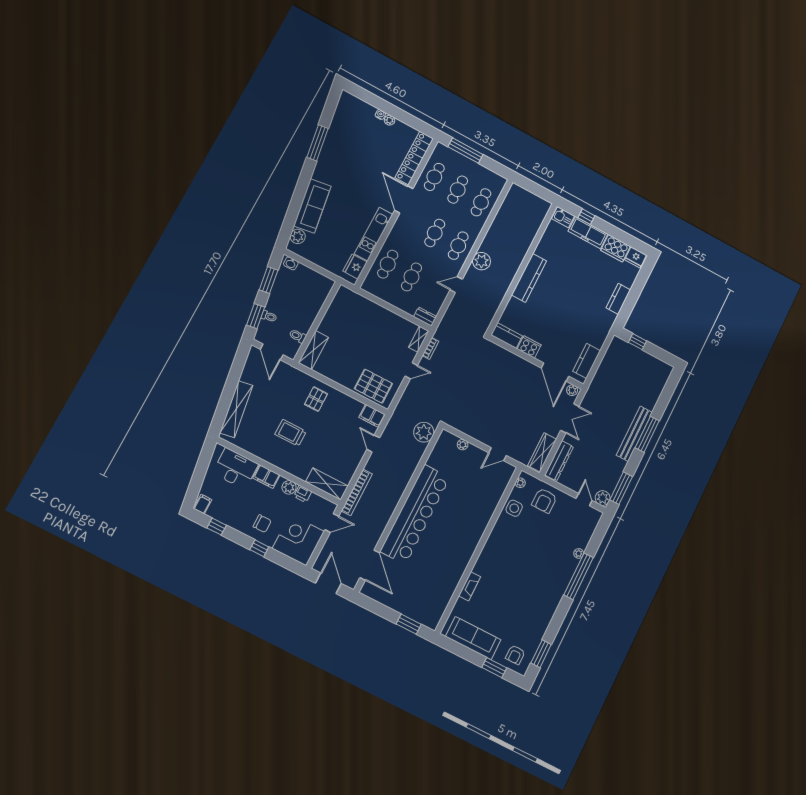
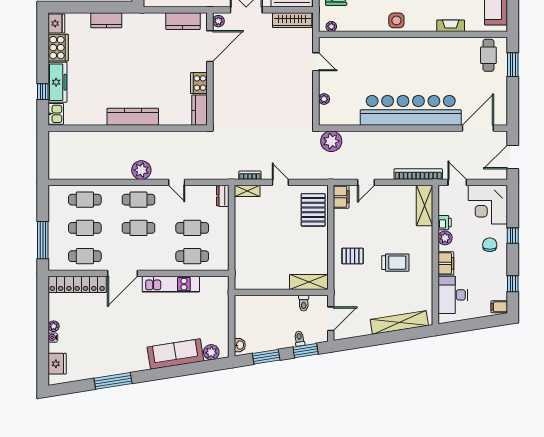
fridge: (355, 267) -> (57, 364), moved, turned -90
trolley: (291, 433) -> (395, 263), turned -90
side table: (514, 508) -> (396, 20), moved
cafe table: (428, 607) -> (488, 55), added

